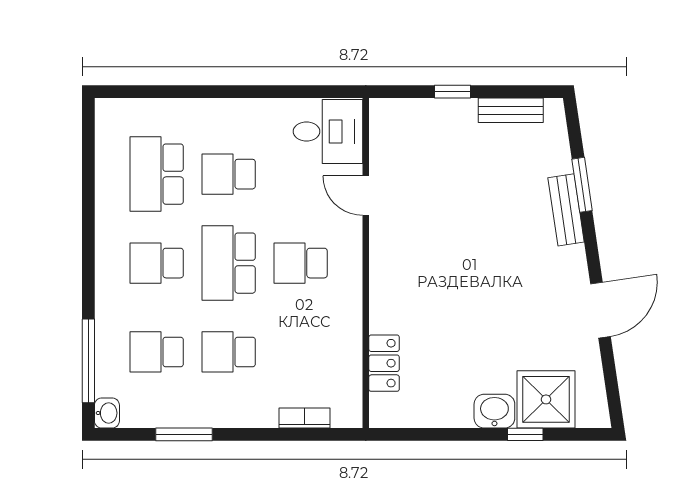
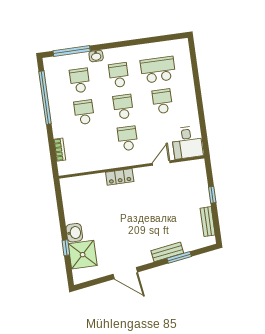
school desk: (229, 263) -> (123, 107), width x0.54
locker: (384, 363) -> (120, 177), moved
washbasin: (107, 413) -> (96, 56), moved
window: (184, 434) -> (45, 98), width x2.11

